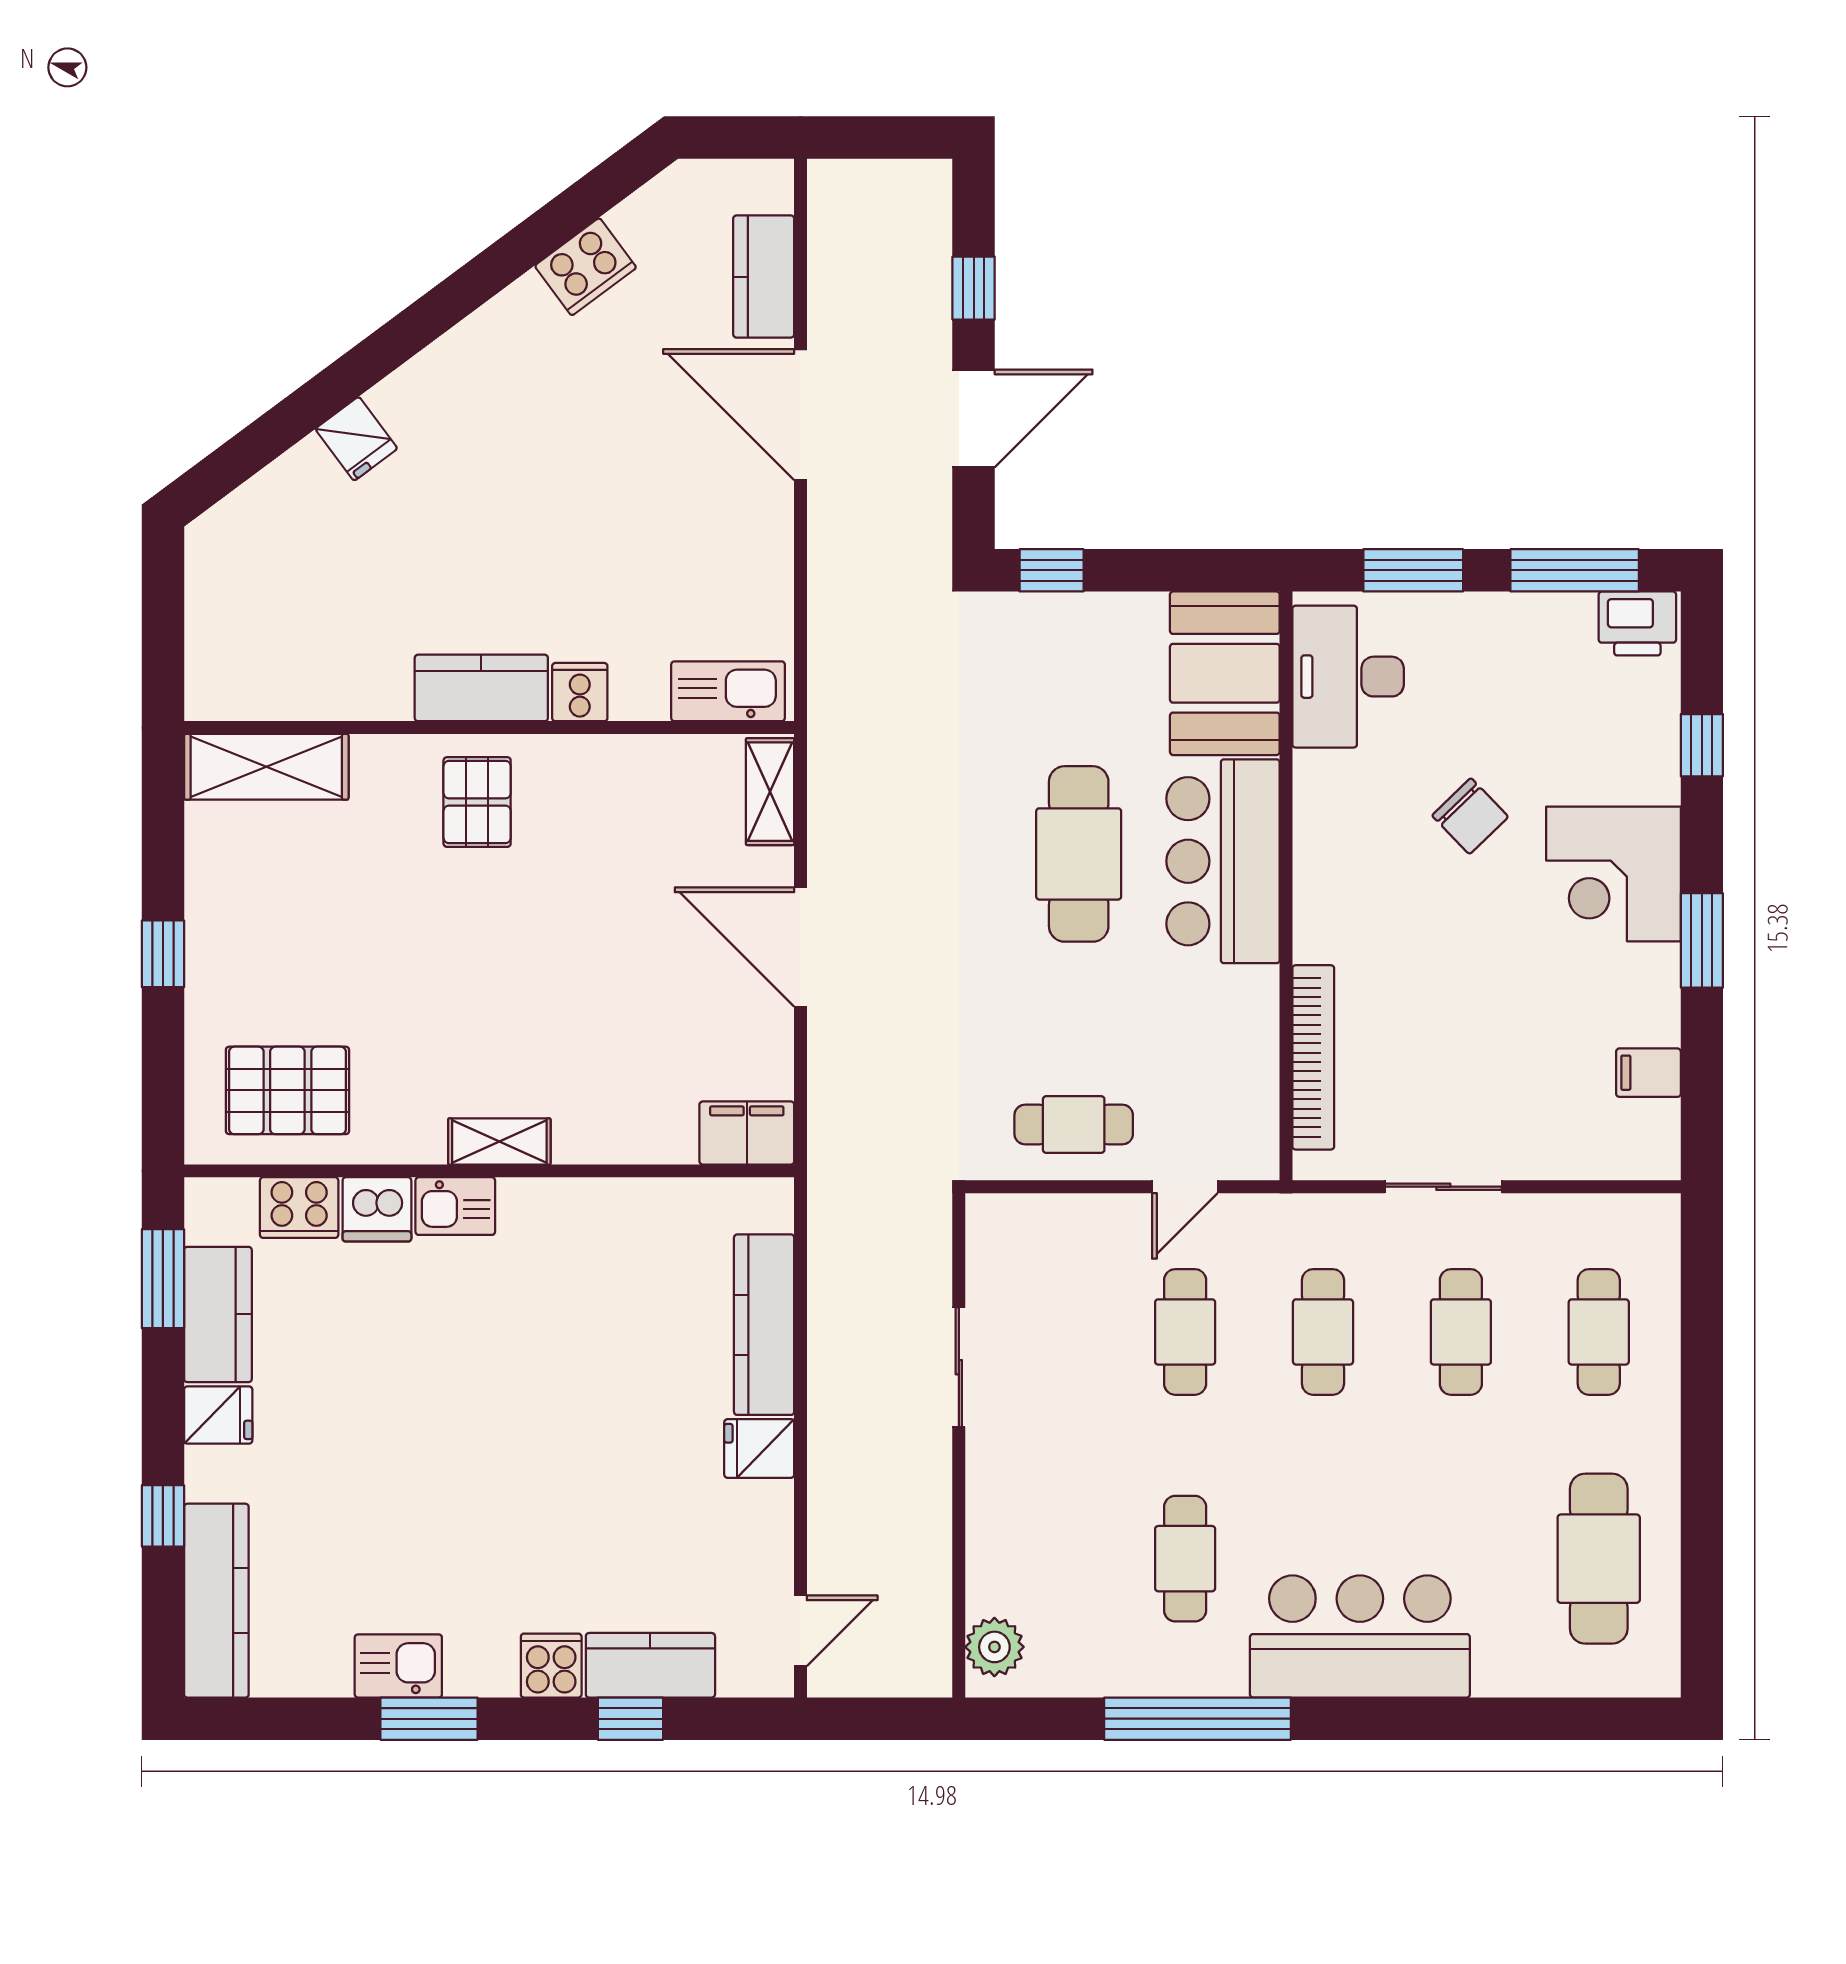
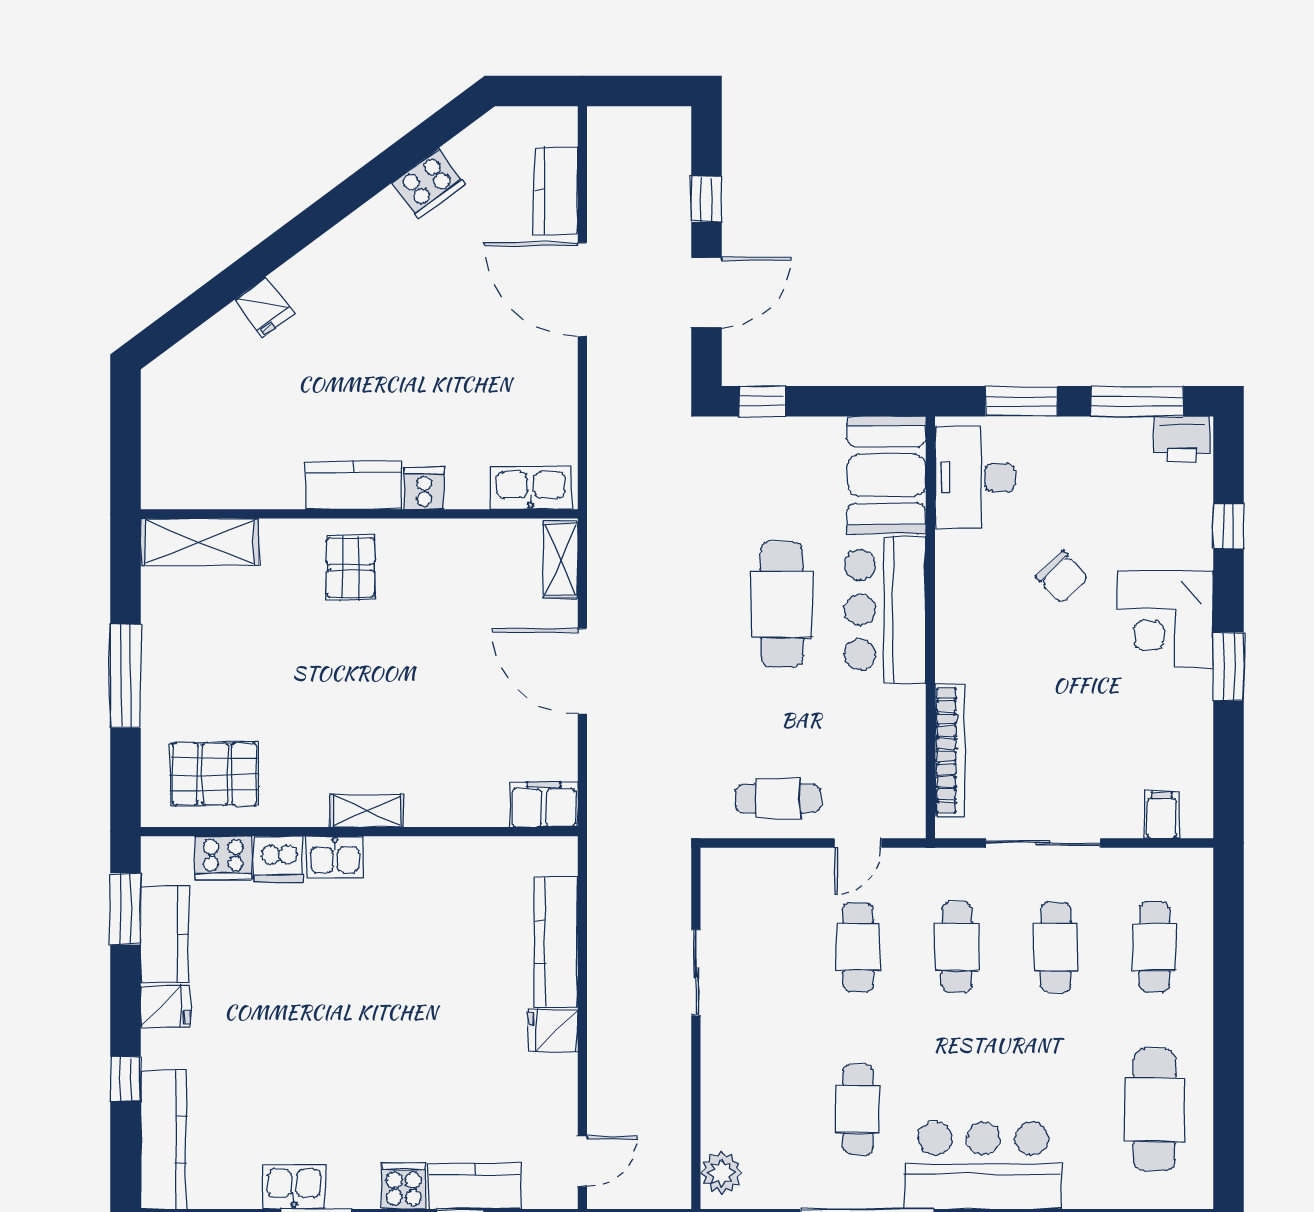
window: (163, 954) -> (125, 676), width x2.17
filing cabinet: (1648, 1073) -> (1162, 815), moved, turned 90
sliding door: (1443, 1187) -> (1043, 843), width x1.37

